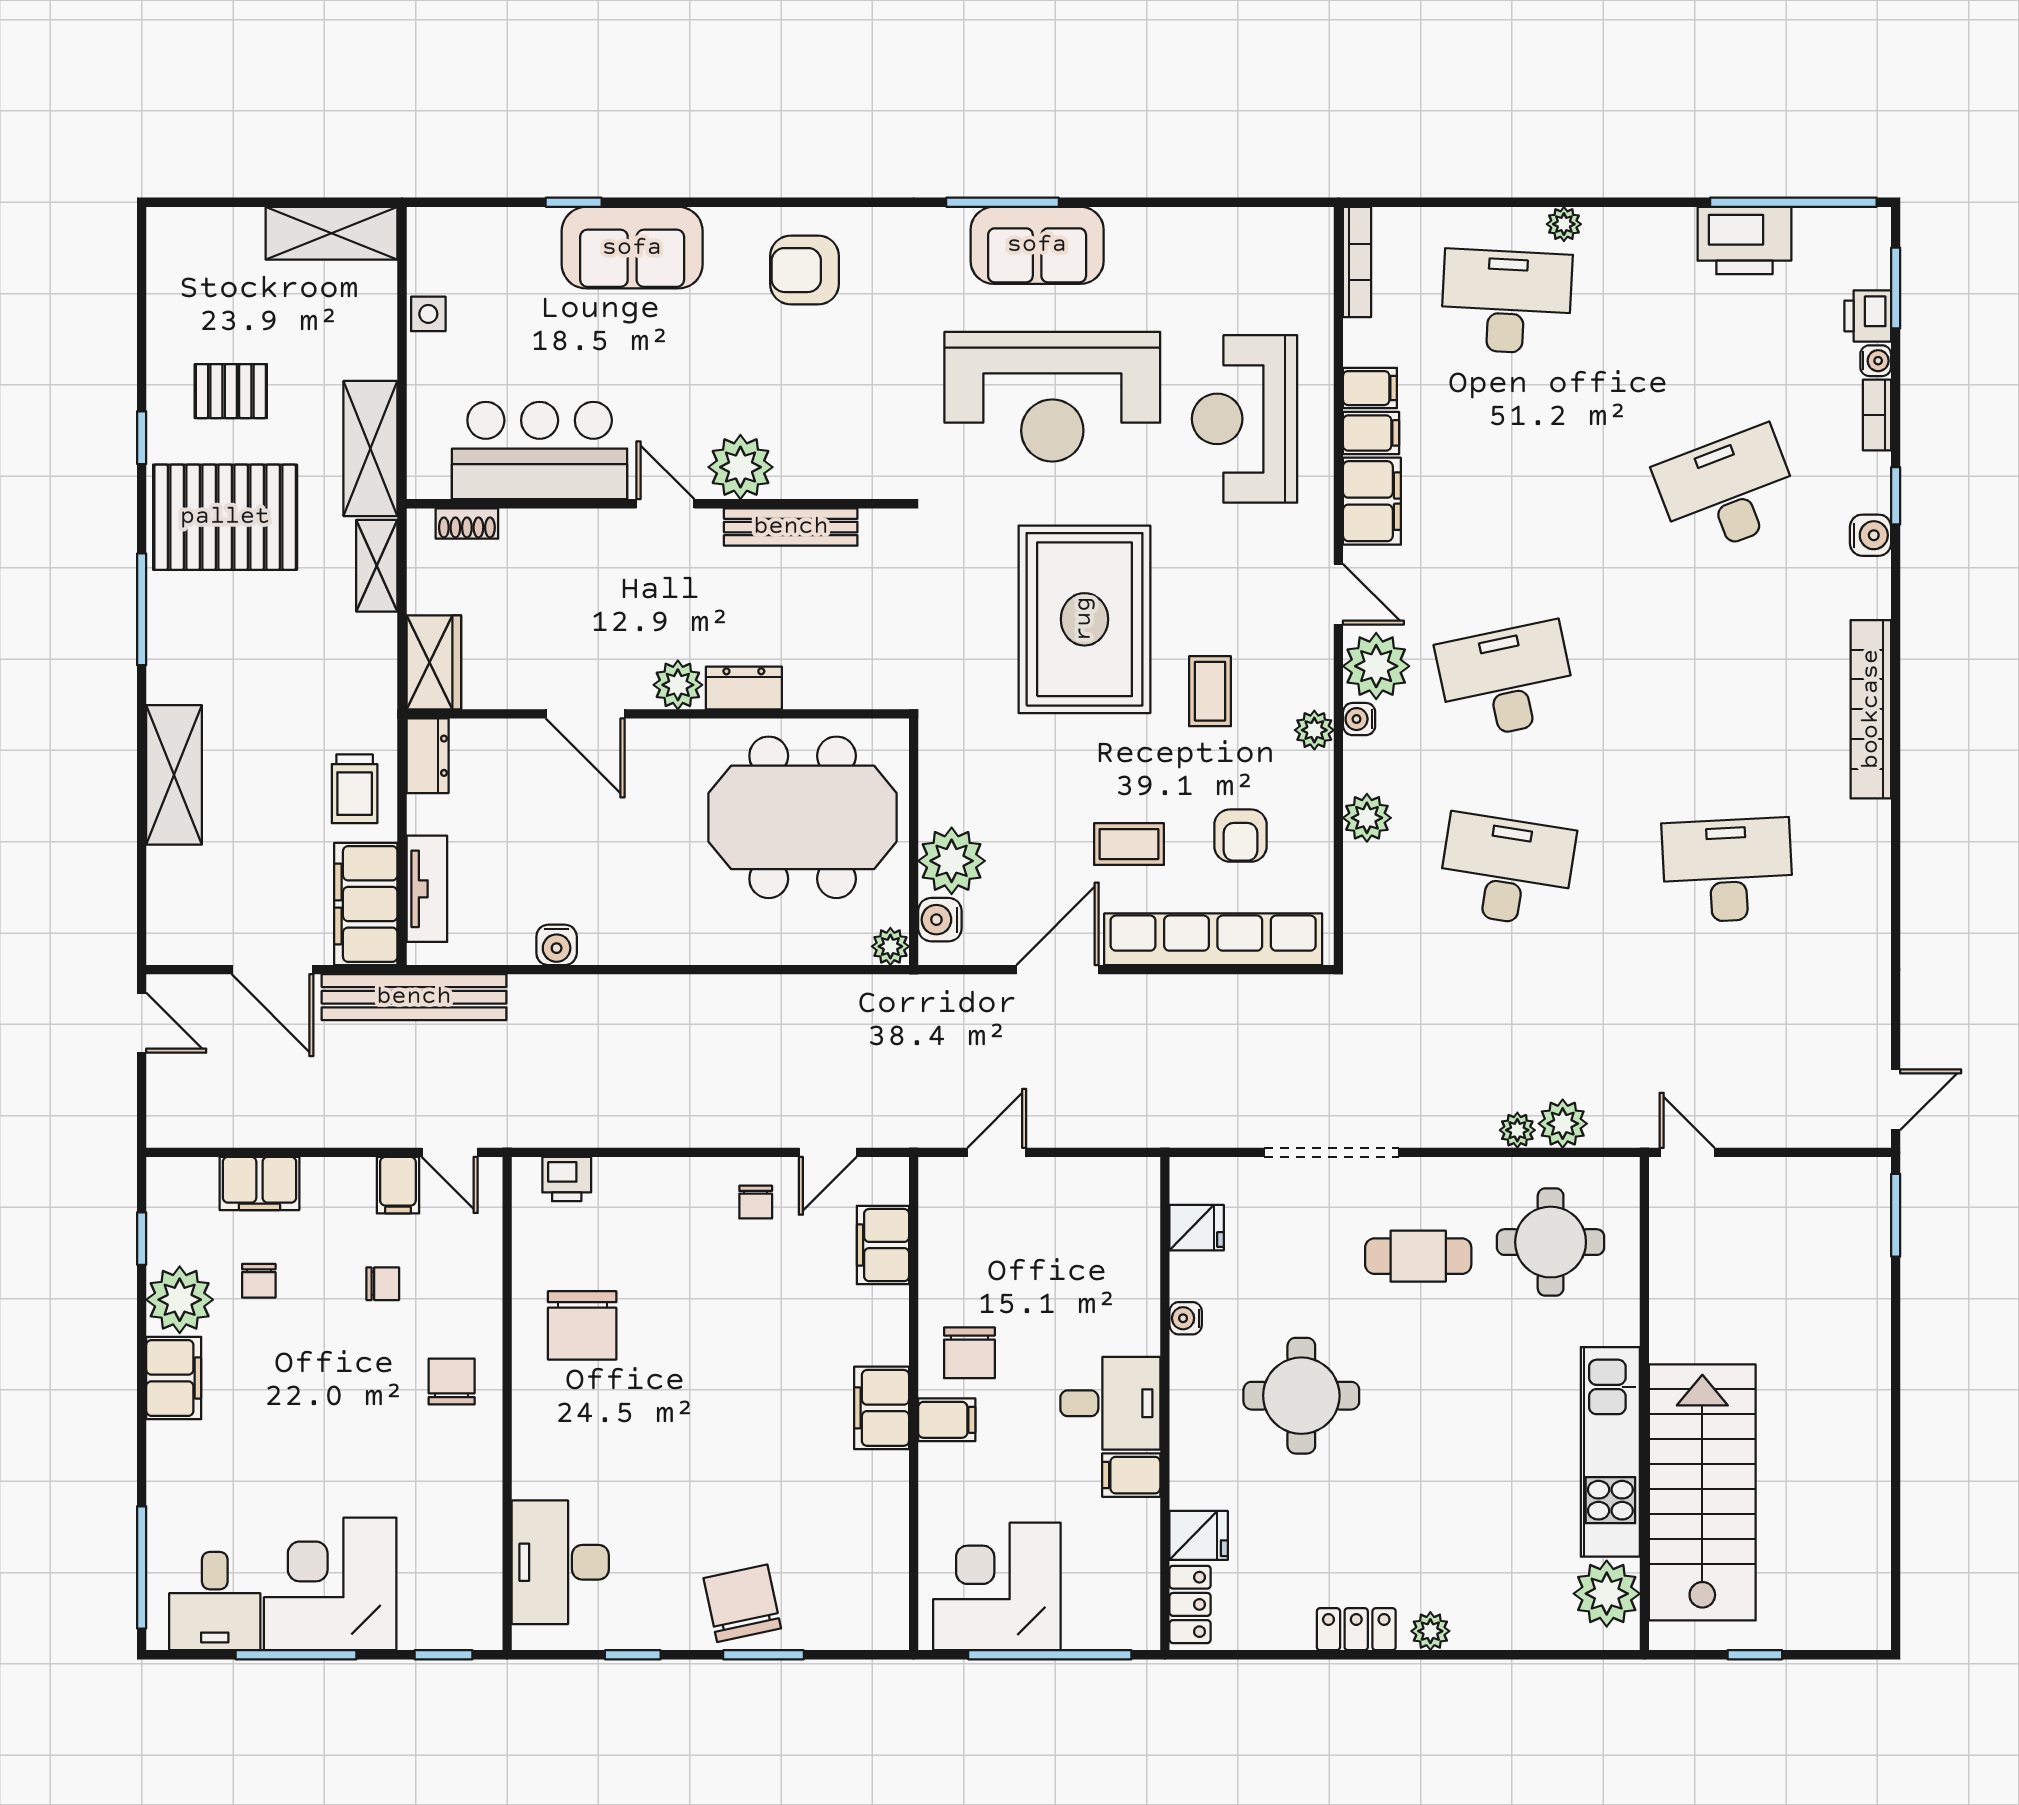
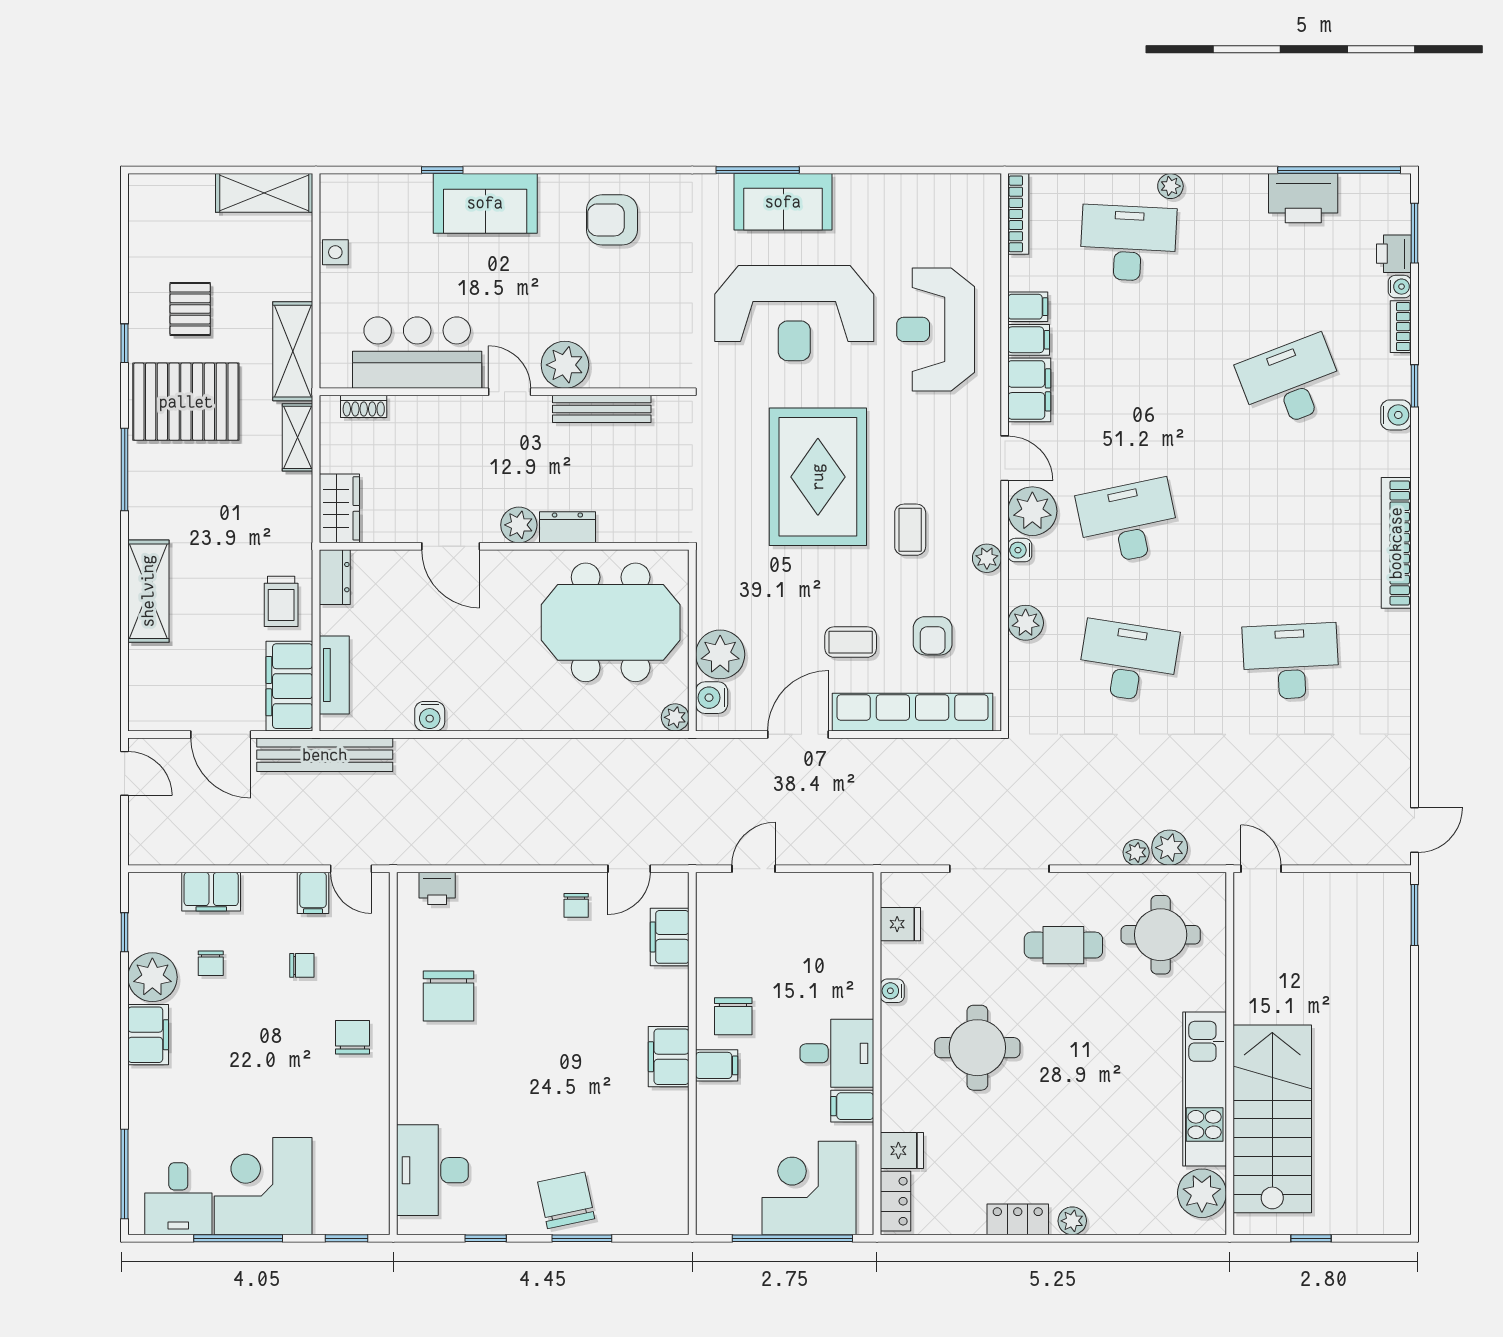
pallet: (231, 391) -> (190, 309), turned 90
corner desk: (997, 1586) -> (809, 1188), moved

